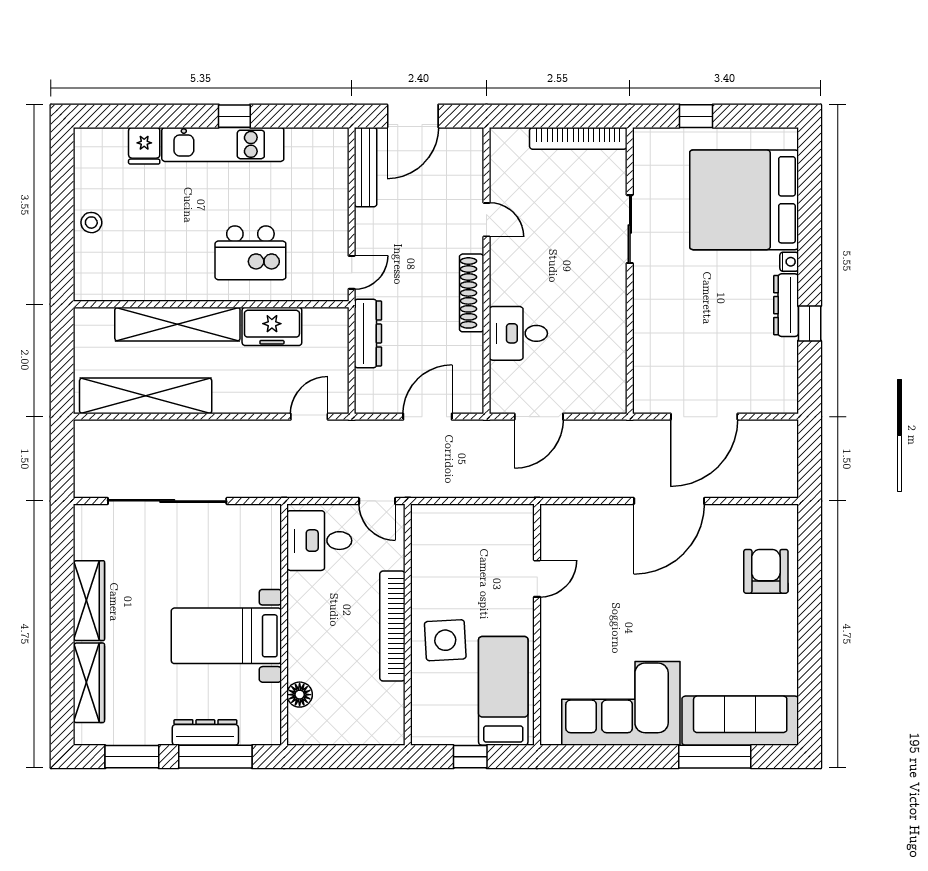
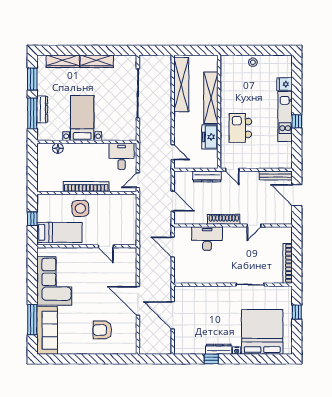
desk: (518, 333) -> (207, 239), width x1.37
armchair: (766, 571) -> (102, 330), moved, turned 180

